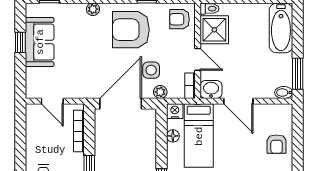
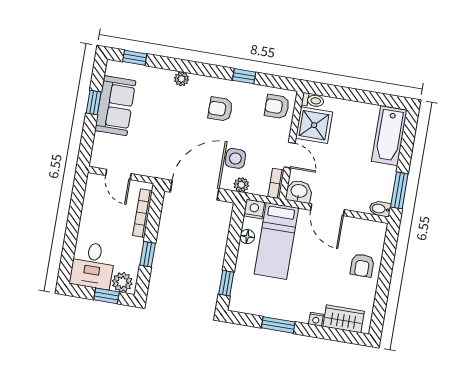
armchair: (131, 30) -> (220, 109), width x0.53, depth x0.53

